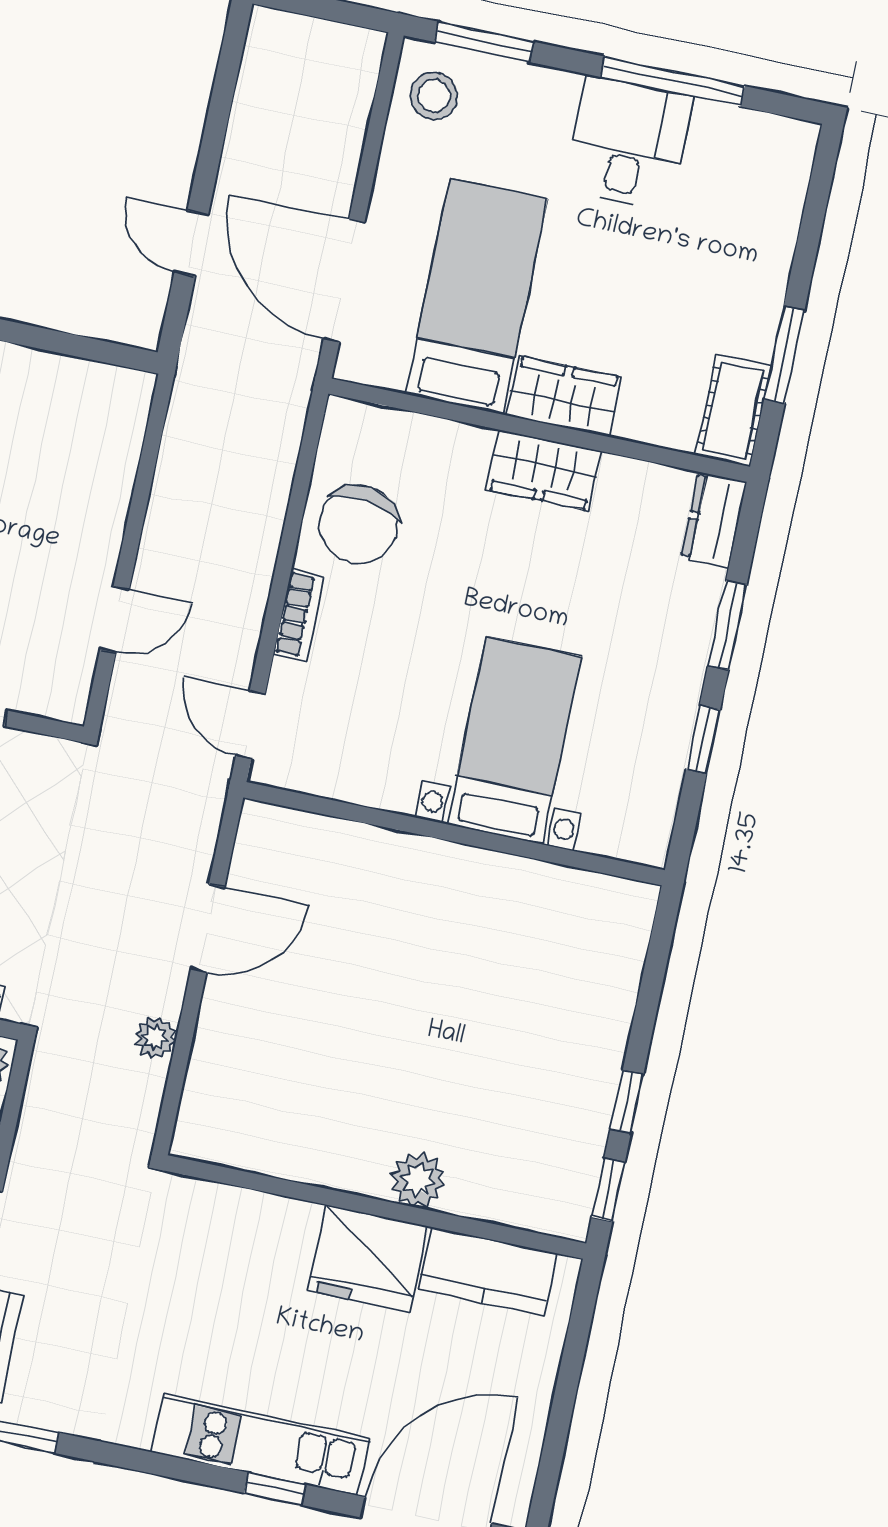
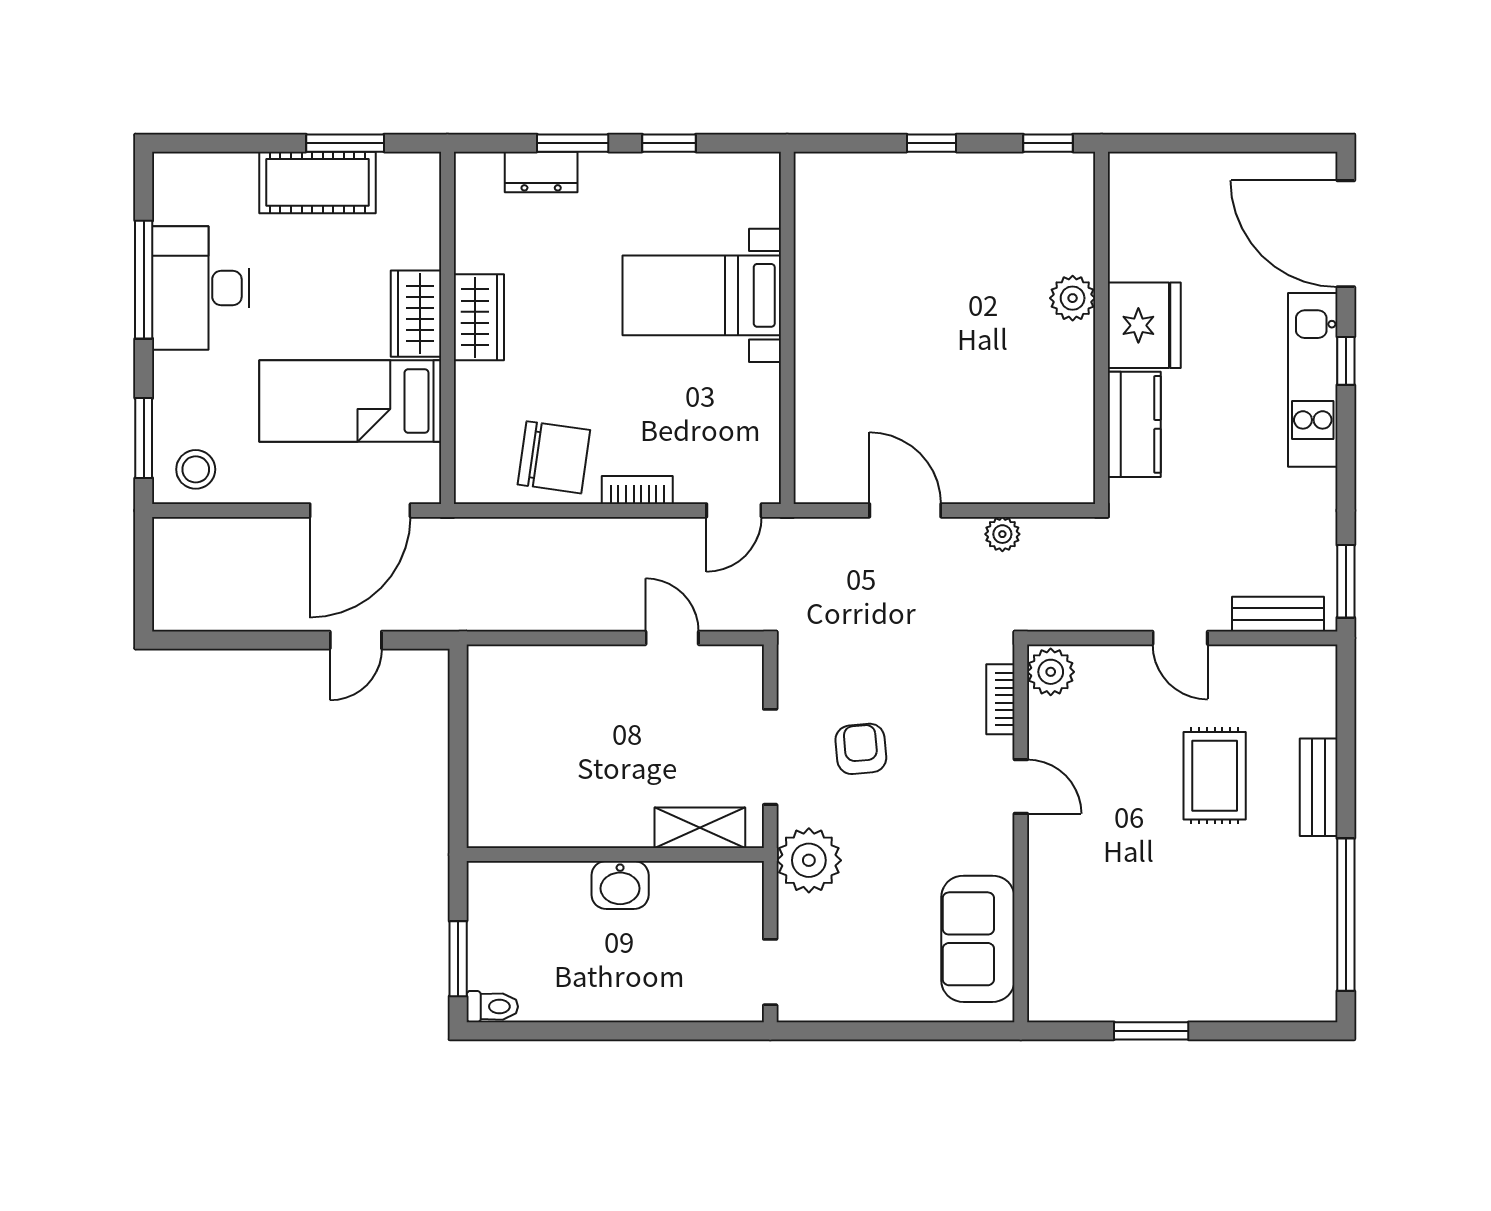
desk: (628, 143) -> (201, 288), width x1.37
cot: (733, 411) -> (317, 182), moved, width x1.37, depth x1.34
dresser: (714, 520) -> (541, 172), moved
window: (627, 1102) -> (931, 143), moved
kitchen counter: (488, 1271) -> (1134, 424), moved

